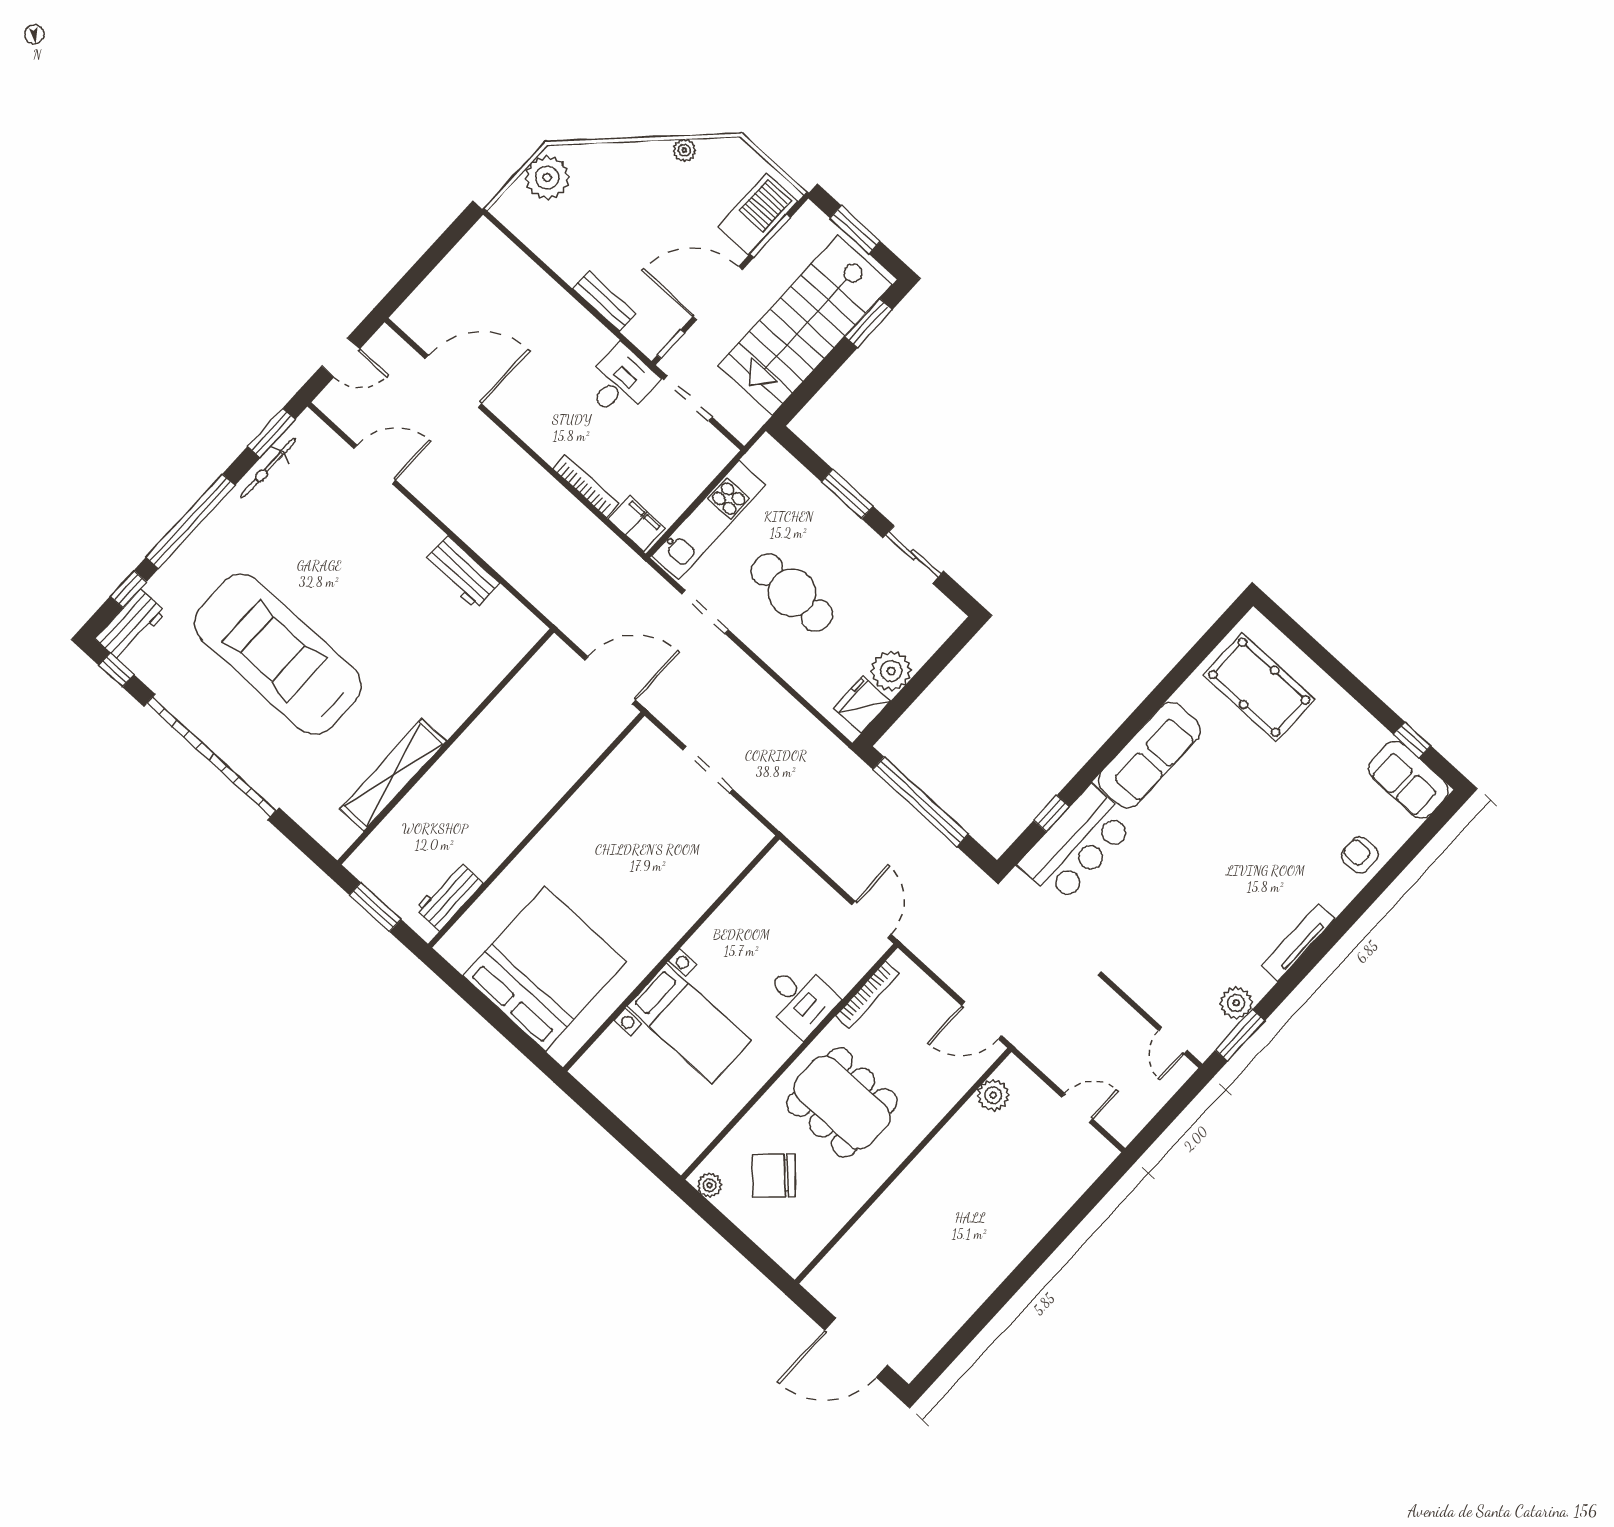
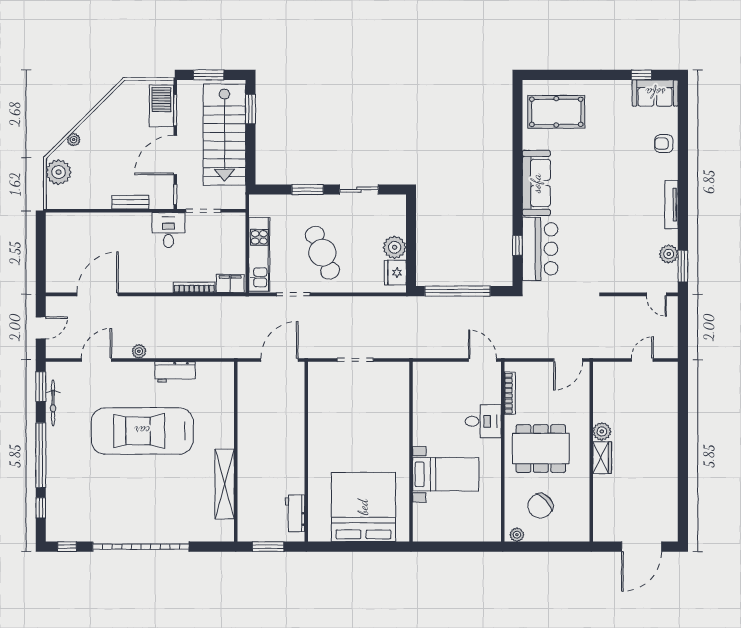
plant: (684, 150) -> (74, 140), moved
plant: (439, 503) -> (139, 351), added
cafe table: (792, 593) -> (322, 253), turned 67
workbench: (130, 625) -> (56, 522), removed
car: (278, 654) -> (142, 431), moved
plant: (993, 1095) -> (602, 431), moved
wardrobe: (910, 1187) -> (602, 458), added

